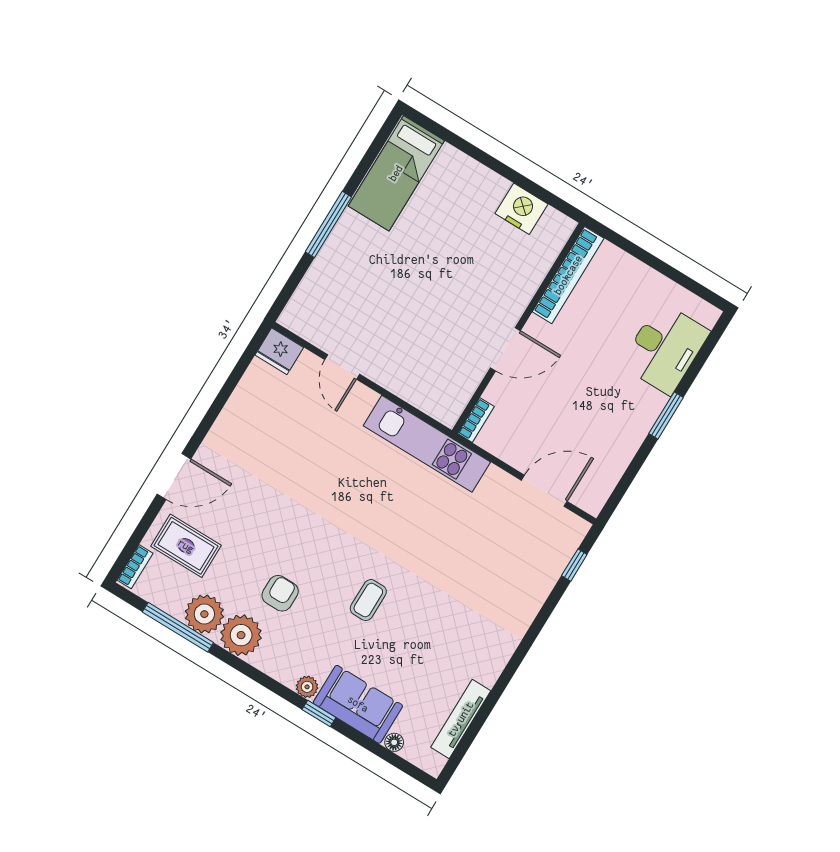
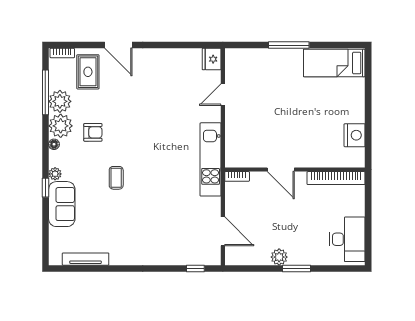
desk: (665, 348) -> (347, 239), moved, turned -90
plant: (633, 431) -> (279, 257), added
coffee table: (368, 600) -> (116, 178), turned 90
floor lamp: (394, 742) -> (54, 144), moved

